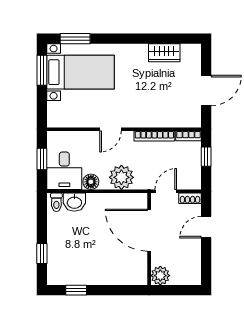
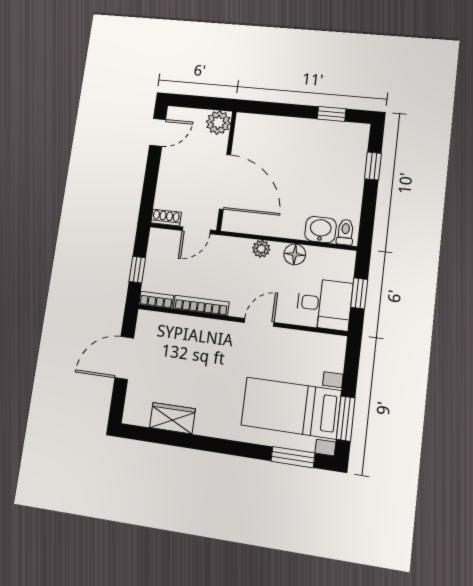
desk: (64, 171) -> (324, 304), moved, turned 90
plant: (121, 177) -> (261, 249), width x0.53, depth x0.53
door: (206, 227) -> (158, 132), moved

